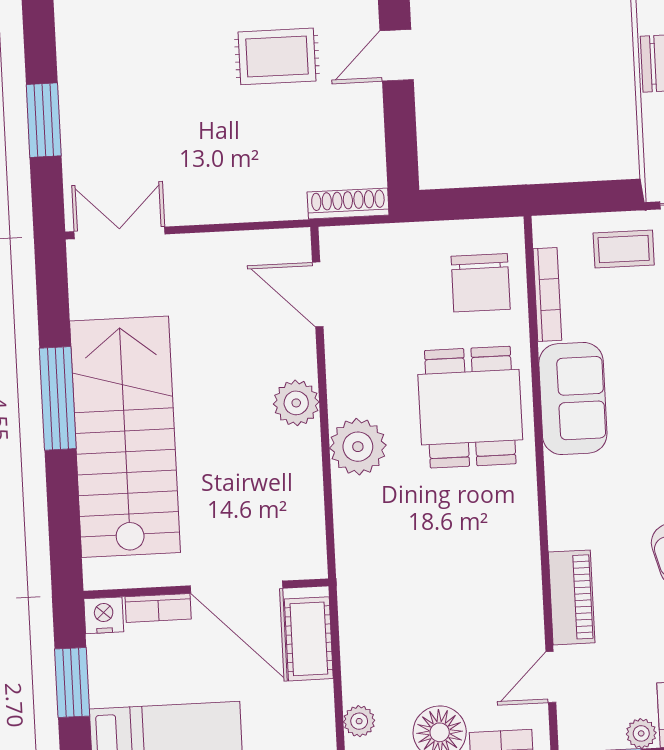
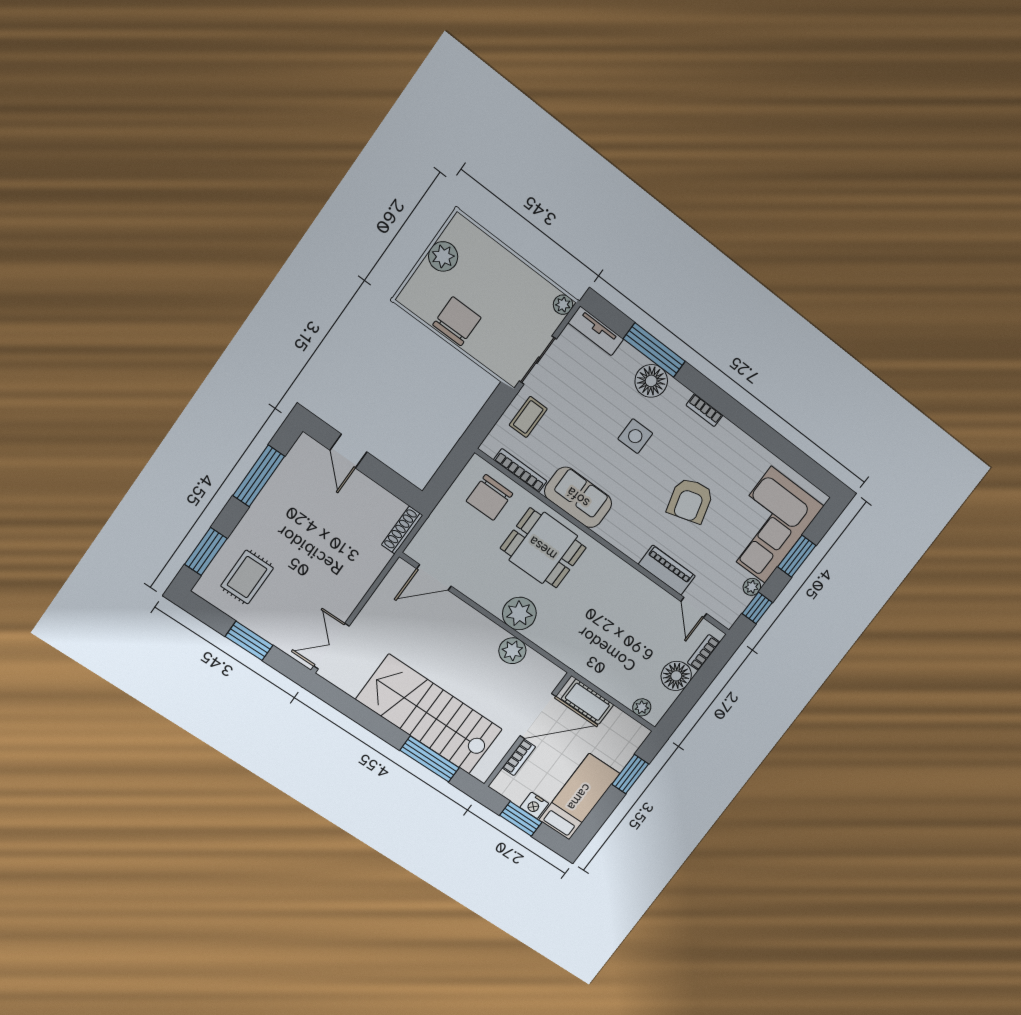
rug: (277, 56) -> (247, 577), moved
chair: (481, 283) -> (490, 497), turned 90
window: (58, 398) -> (430, 759), moved
plant: (296, 403) -> (512, 651), moved
nightstand: (104, 615) -> (534, 805), moved, turned -90

